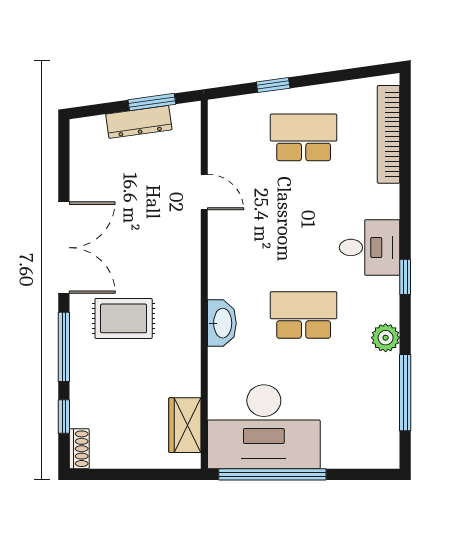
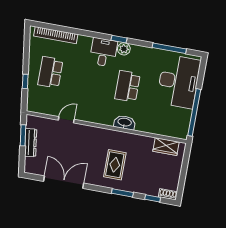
double door: (64, 248) -> (64, 182), moved
plant: (386, 338) -> (124, 49), moved
window: (64, 347) -> (122, 193), width x0.69
desk: (264, 427) -> (179, 81), moved

